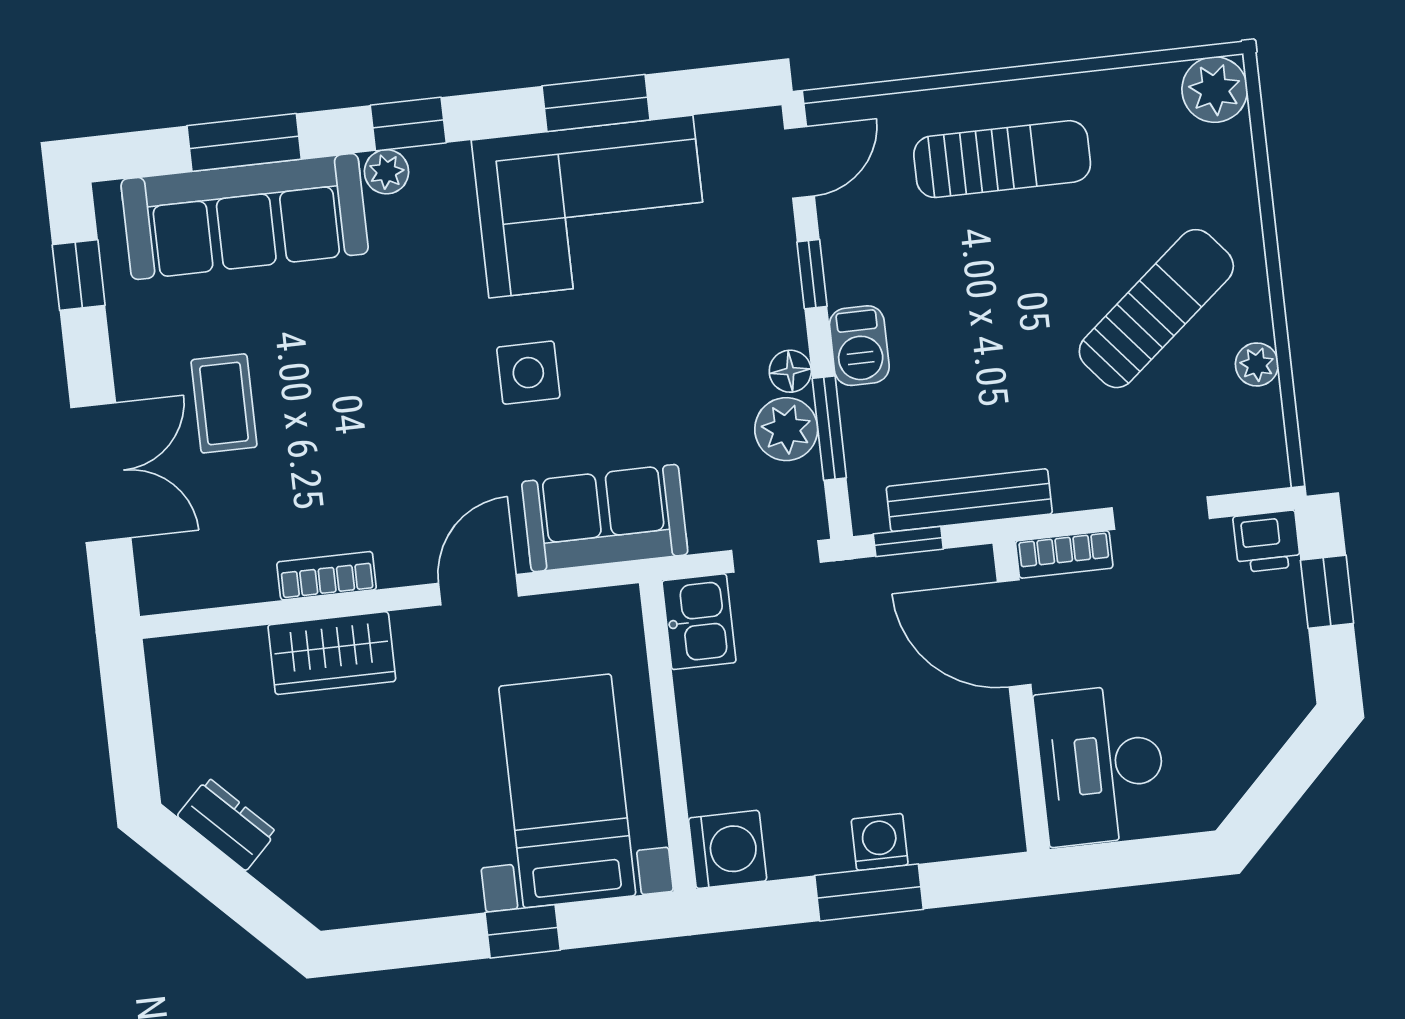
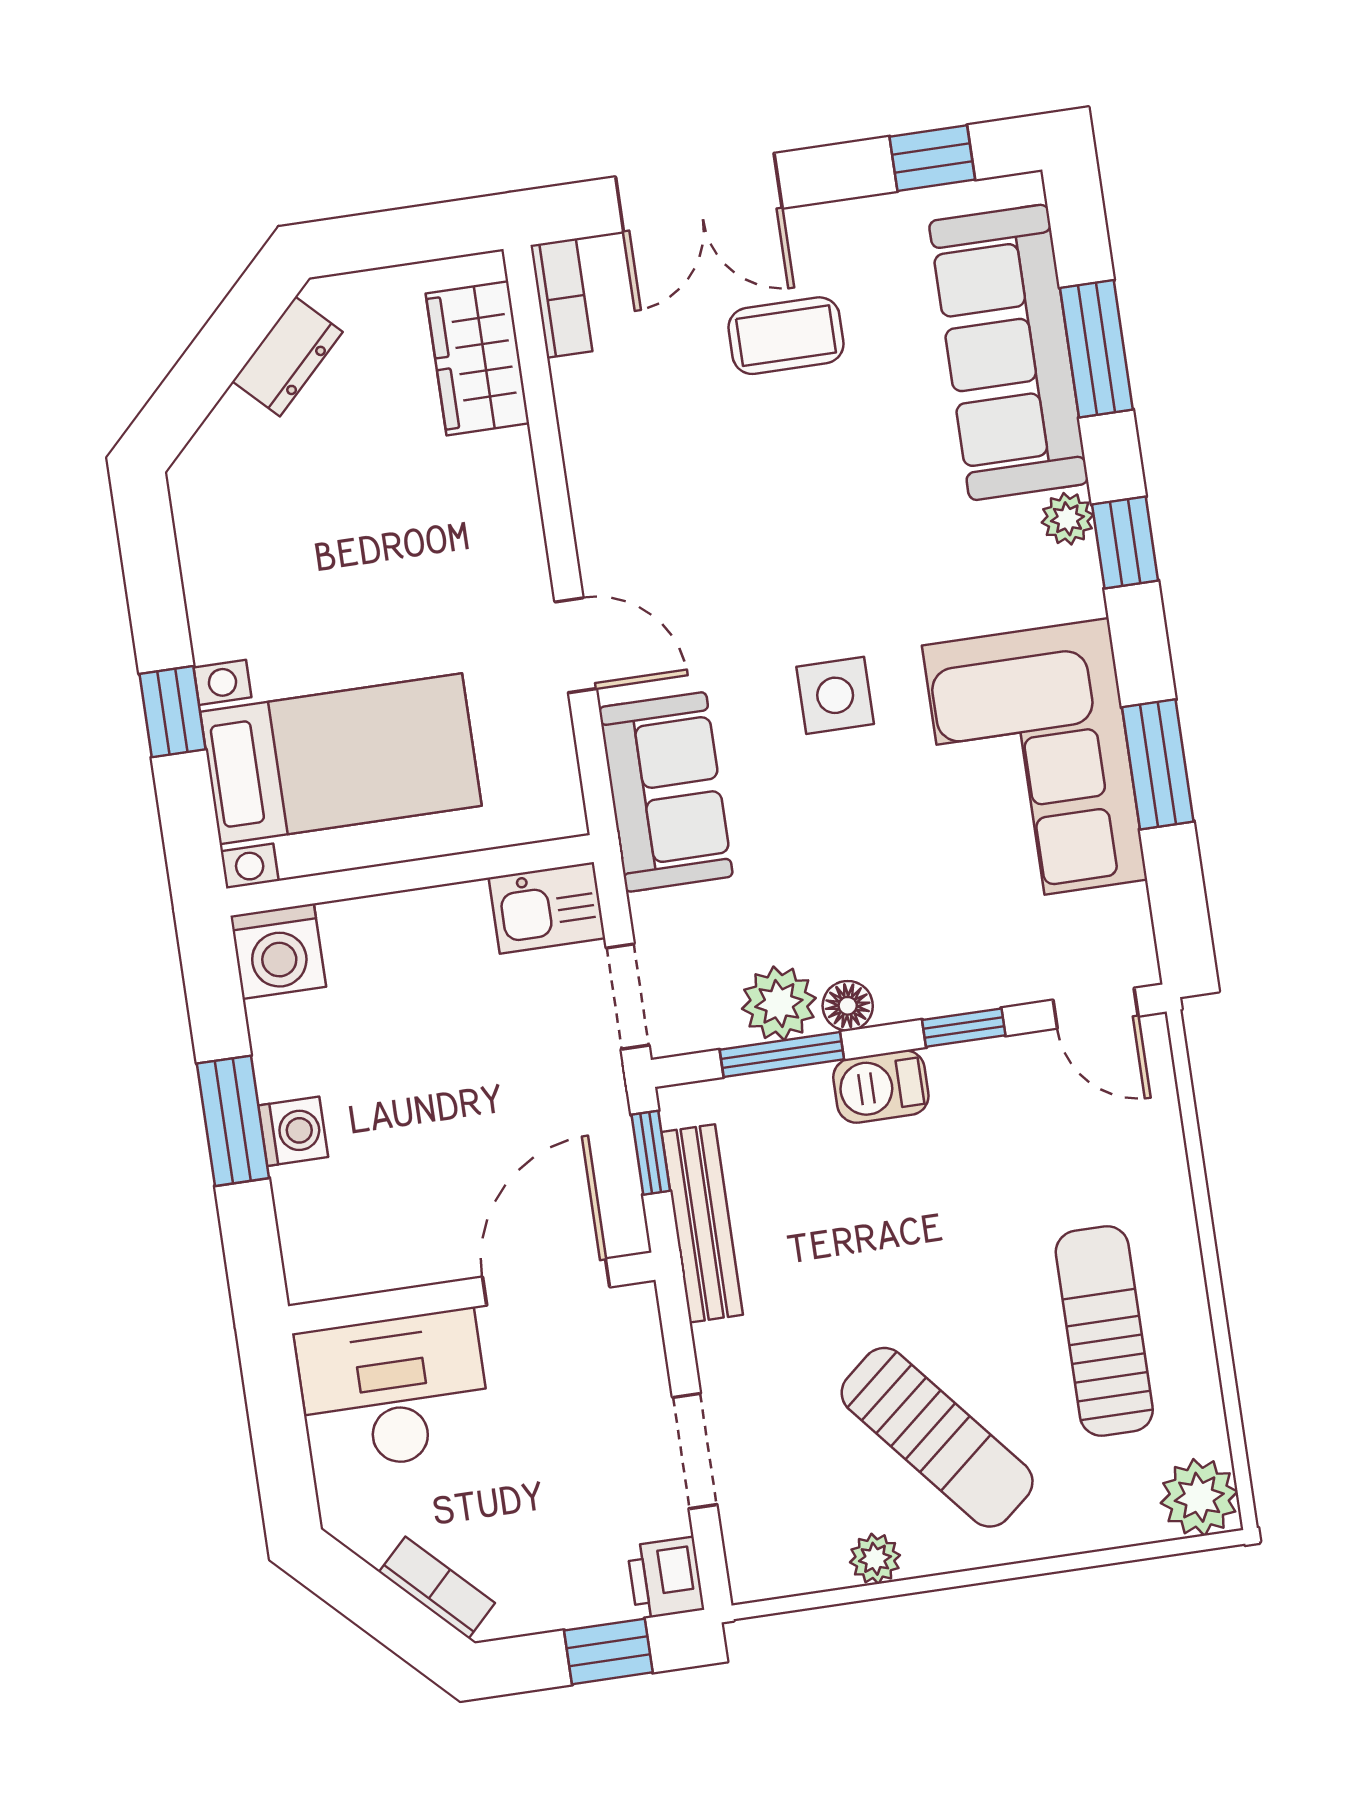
sun lounger: (1002, 159) -> (1104, 1331), moved, turned 180
bookcase: (1064, 555) -> (437, 1588), moved, turned 135
bookcase: (327, 576) -> (561, 298), moved
wardrobe: (332, 653) -> (477, 358), moved

